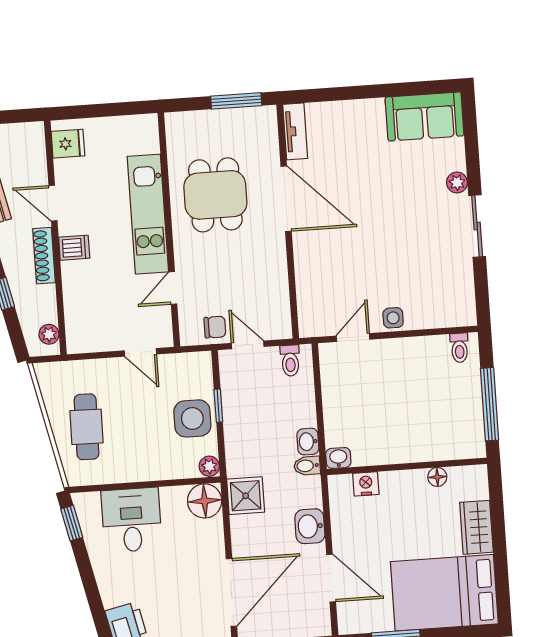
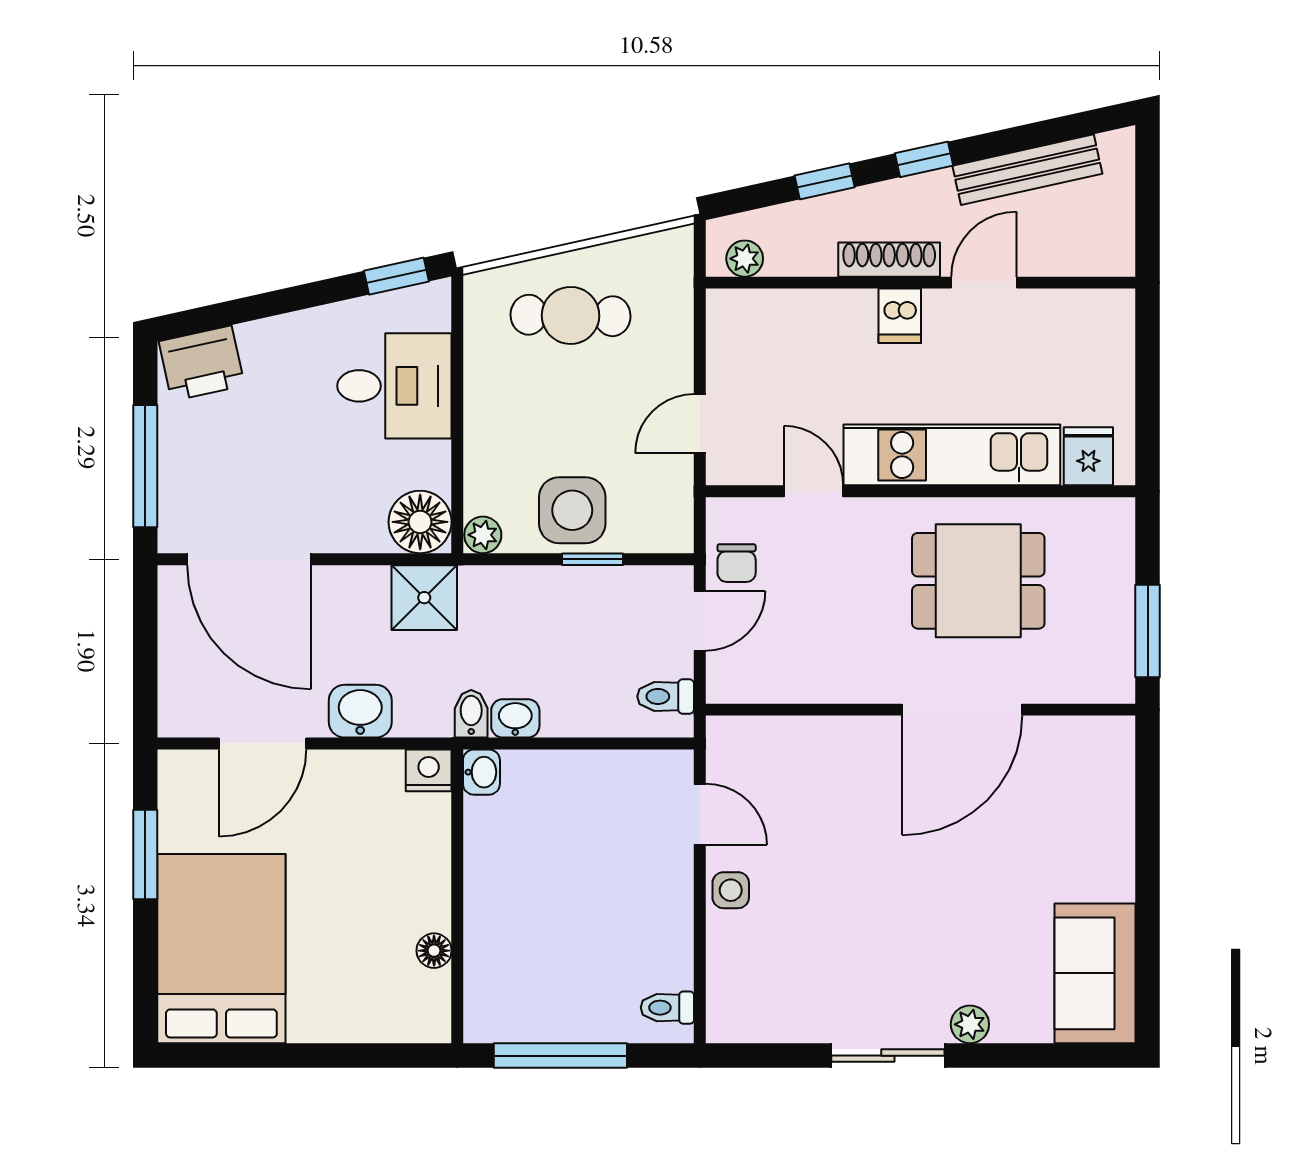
tv unit: (295, 131) -> (1084, 735), removed
fridge: (68, 144) -> (1088, 456), moved, turned 180
nightstand: (366, 484) -> (429, 770), moved, turned -90
wardrobe: (476, 527) -> (337, 1016), removed

